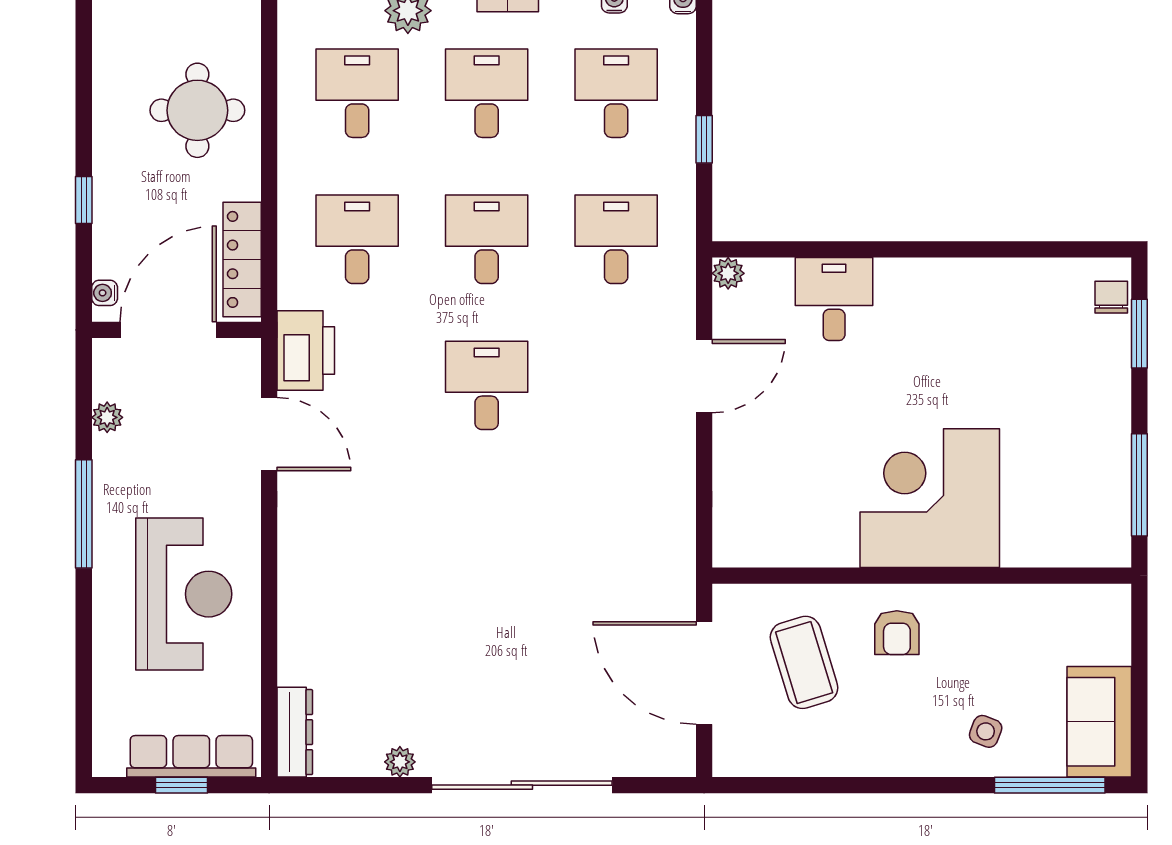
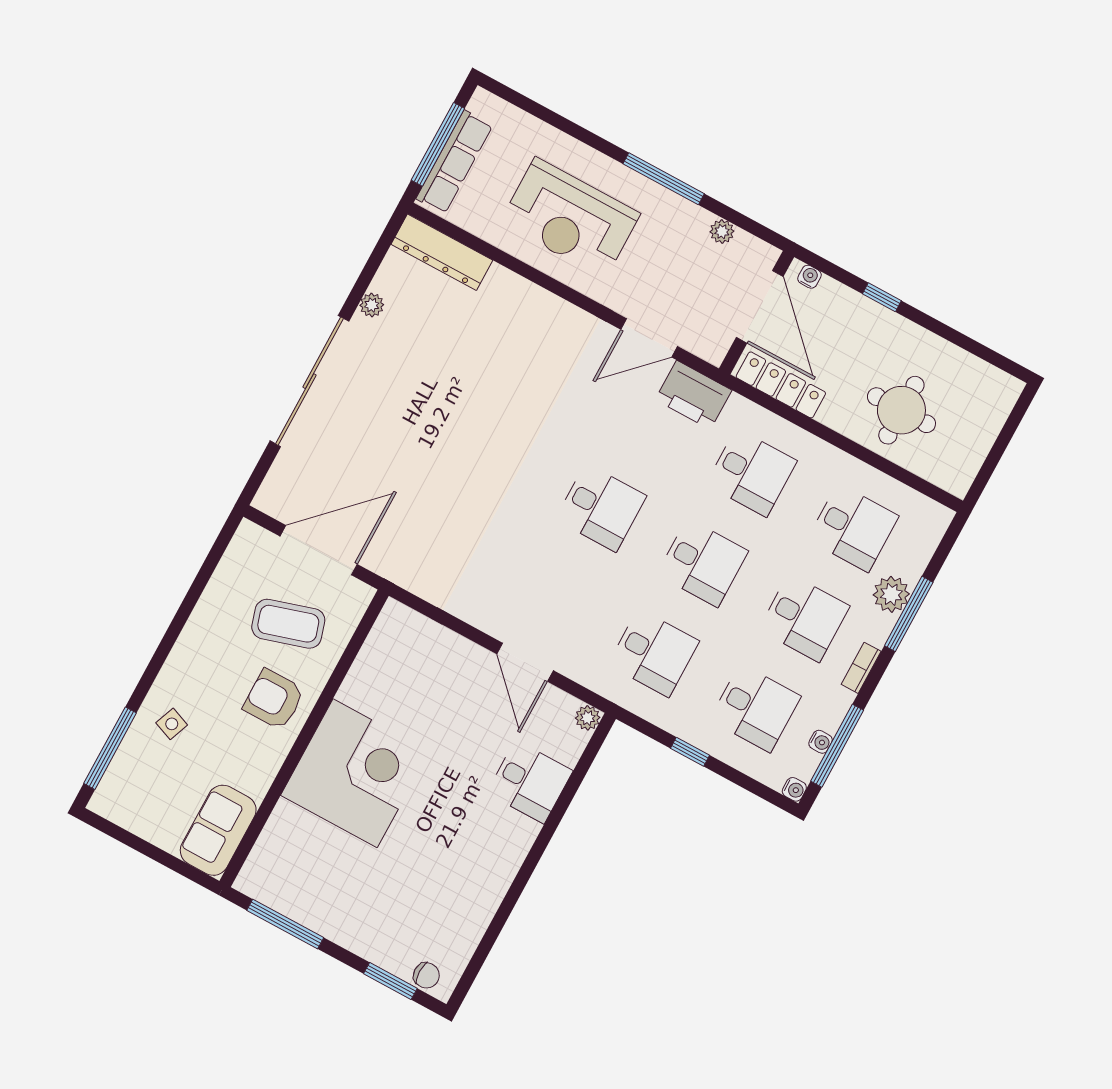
armchair: (897, 633) -> (274, 699), width x1.38, depth x1.38
sofa: (1099, 722) -> (218, 830), moved, turned -90
dresser: (295, 732) -> (442, 252), width x1.37, depth x1.24
window: (182, 785) -> (438, 144), width x2.17

